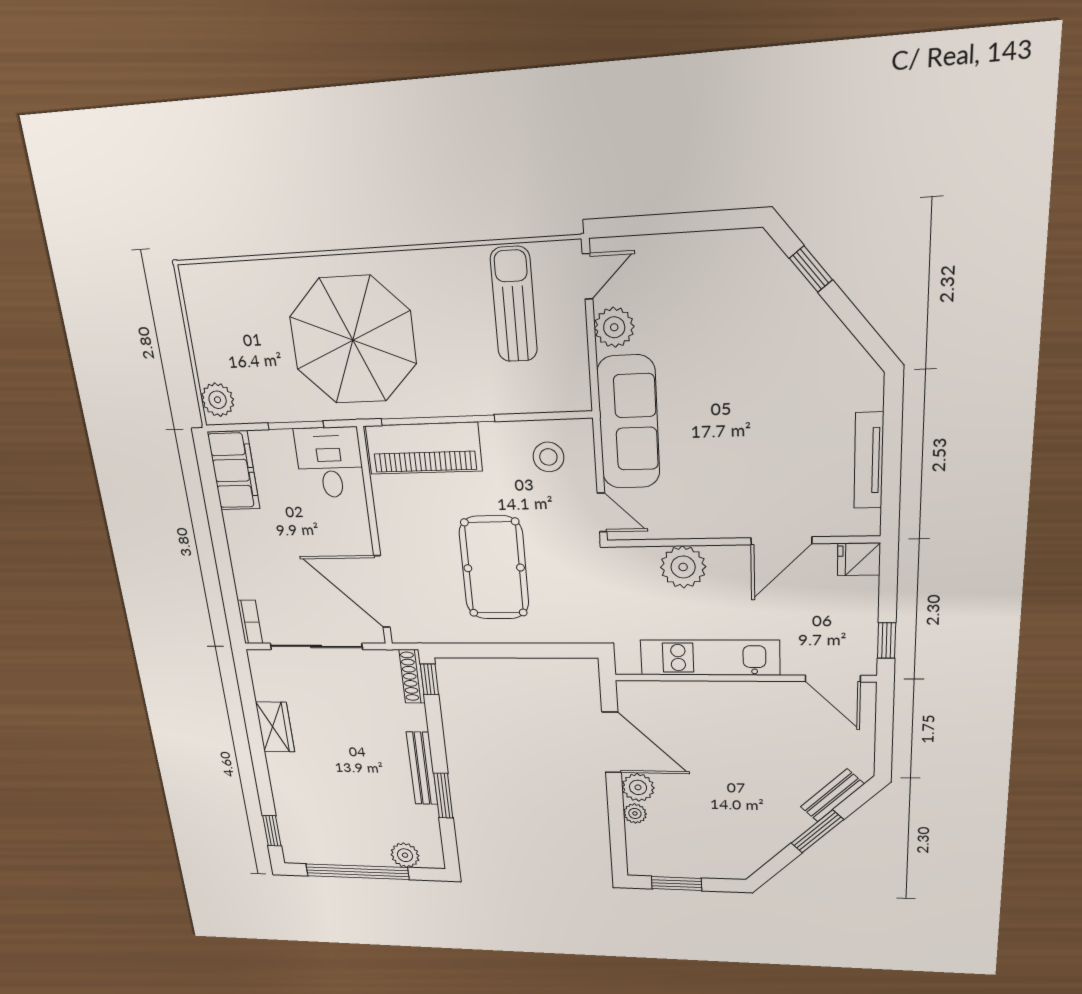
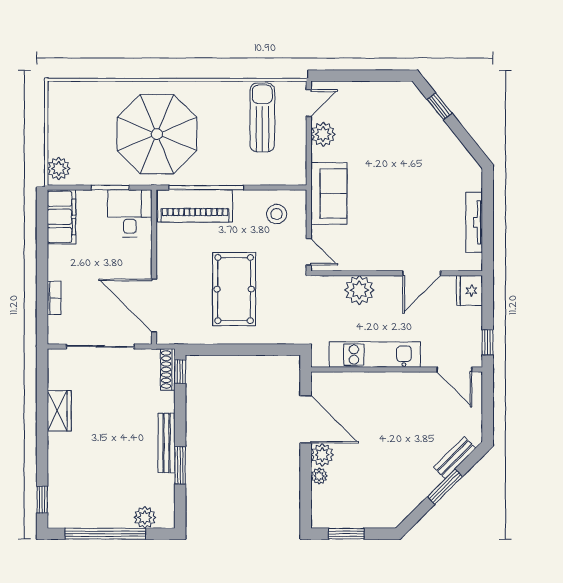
sofa: (628, 423) -> (329, 193), width x0.73
fridge: (859, 559) -> (469, 291), width x1.38
bookcase: (250, 622) -> (54, 298), moved

